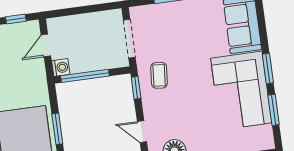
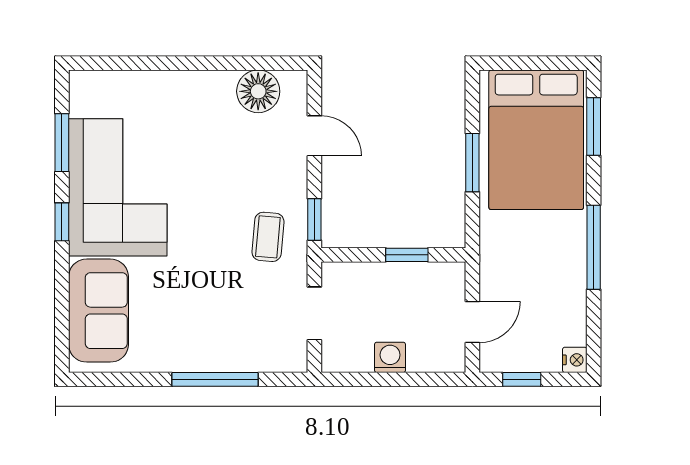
doorway: (129, 39) -> (314, 313), width x0.73
washing machine: (61, 67) -> (390, 357), moved, turned 90
window: (268, 68) -> (62, 222), width x0.67
window: (85, 76) -> (407, 255), width x0.46

